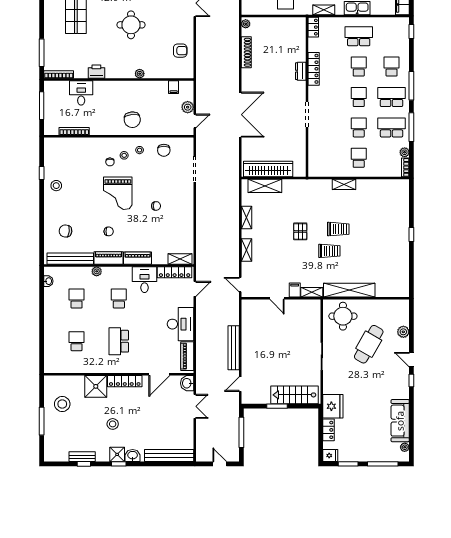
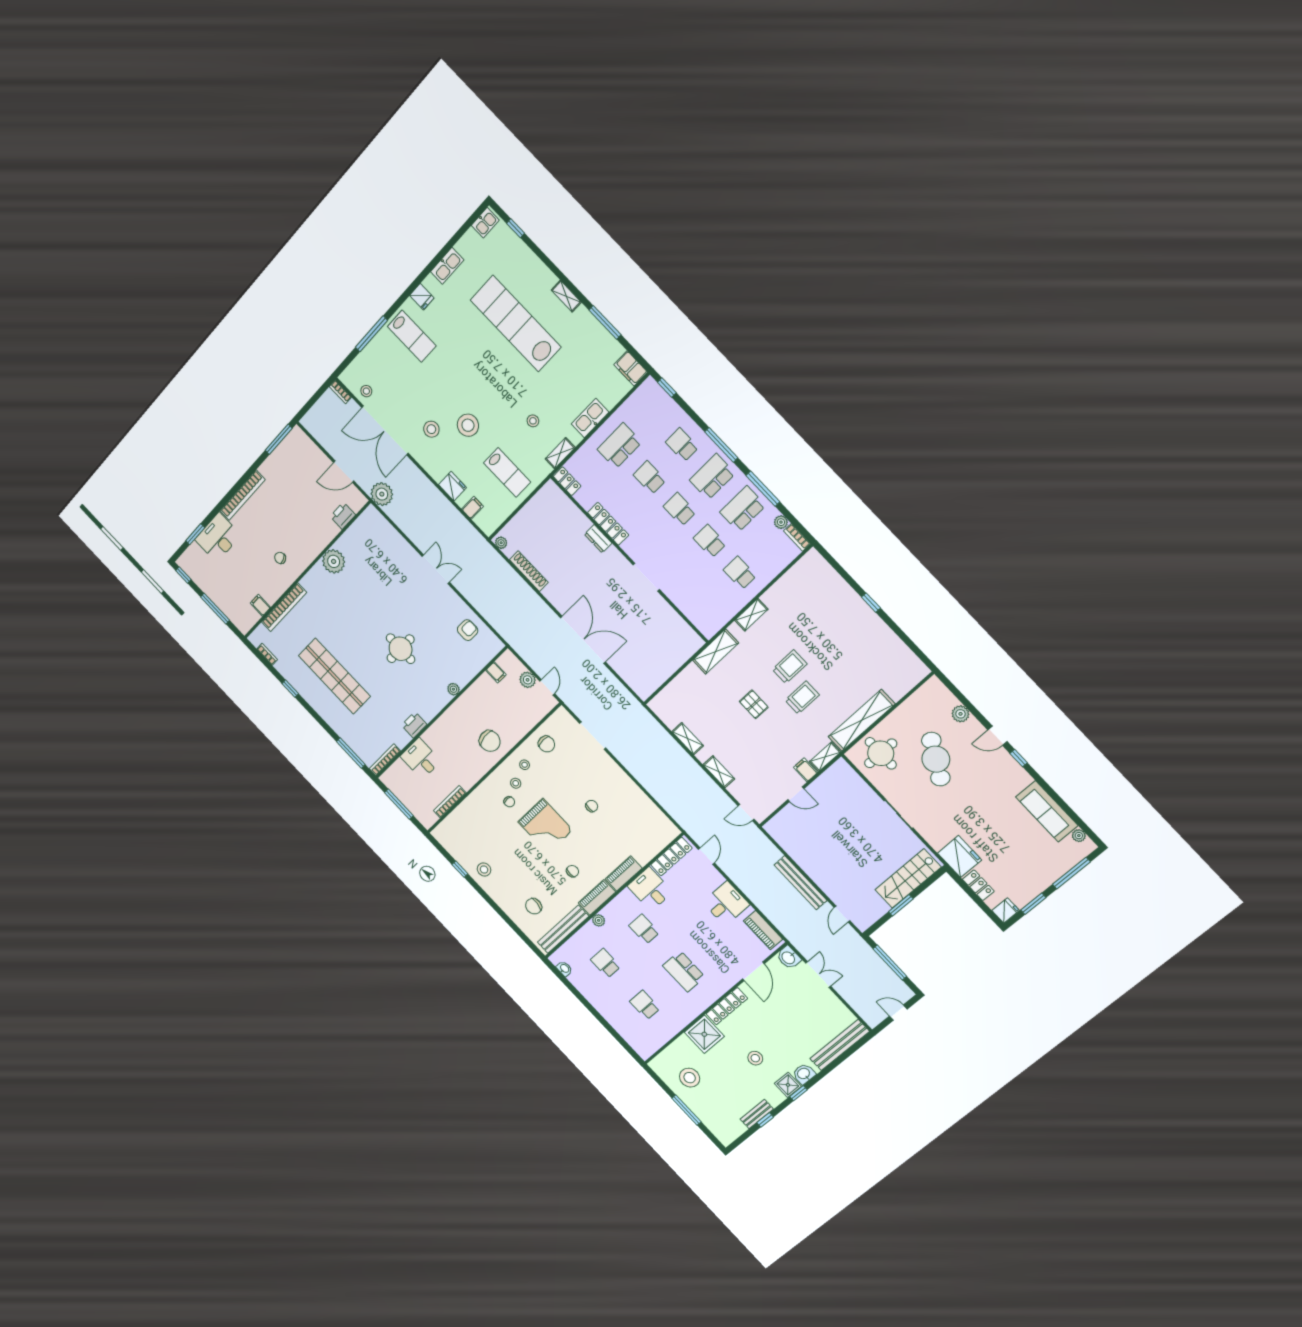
wardrobe: (268, 169) -> (662, 670), removed
shelving: (265, 186) -> (716, 652), moved
shelving: (180, 259) -> (664, 839), removed
desk: (181, 324) -> (726, 903), width x0.73

